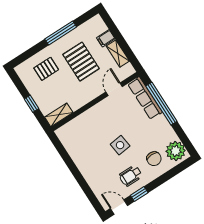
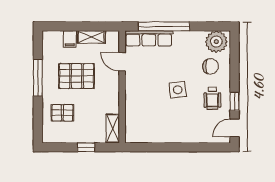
pallet: (46, 69) -> (62, 113), turned 90

